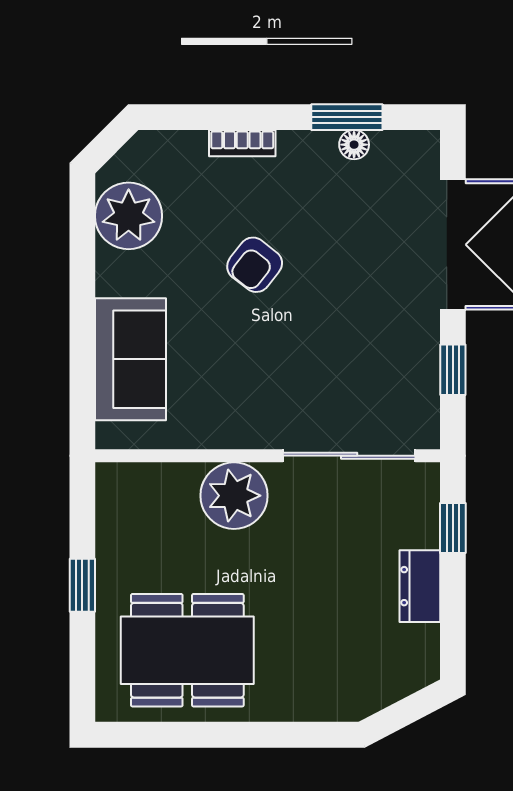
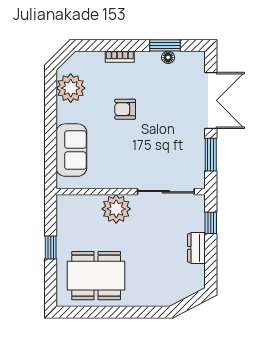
armchair: (255, 265) -> (125, 109), turned 52
window: (453, 370) -> (211, 155), width x1.50

